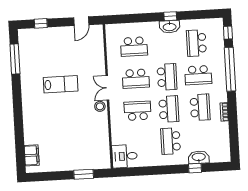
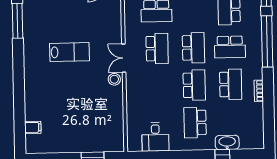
school desk: (136, 79) -> (157, 49), turned -90
school desk: (138, 111) -> (158, 86), removed
filing cabinet: (32, 155) -> (33, 127), width x0.50
desk: (125, 156) -> (155, 137), moved, turned -90

